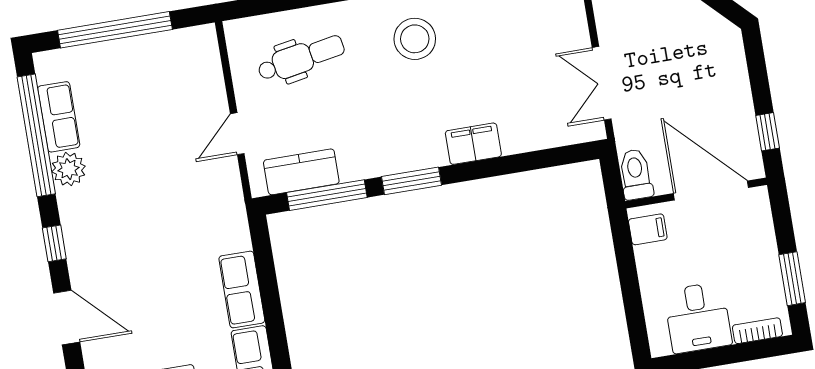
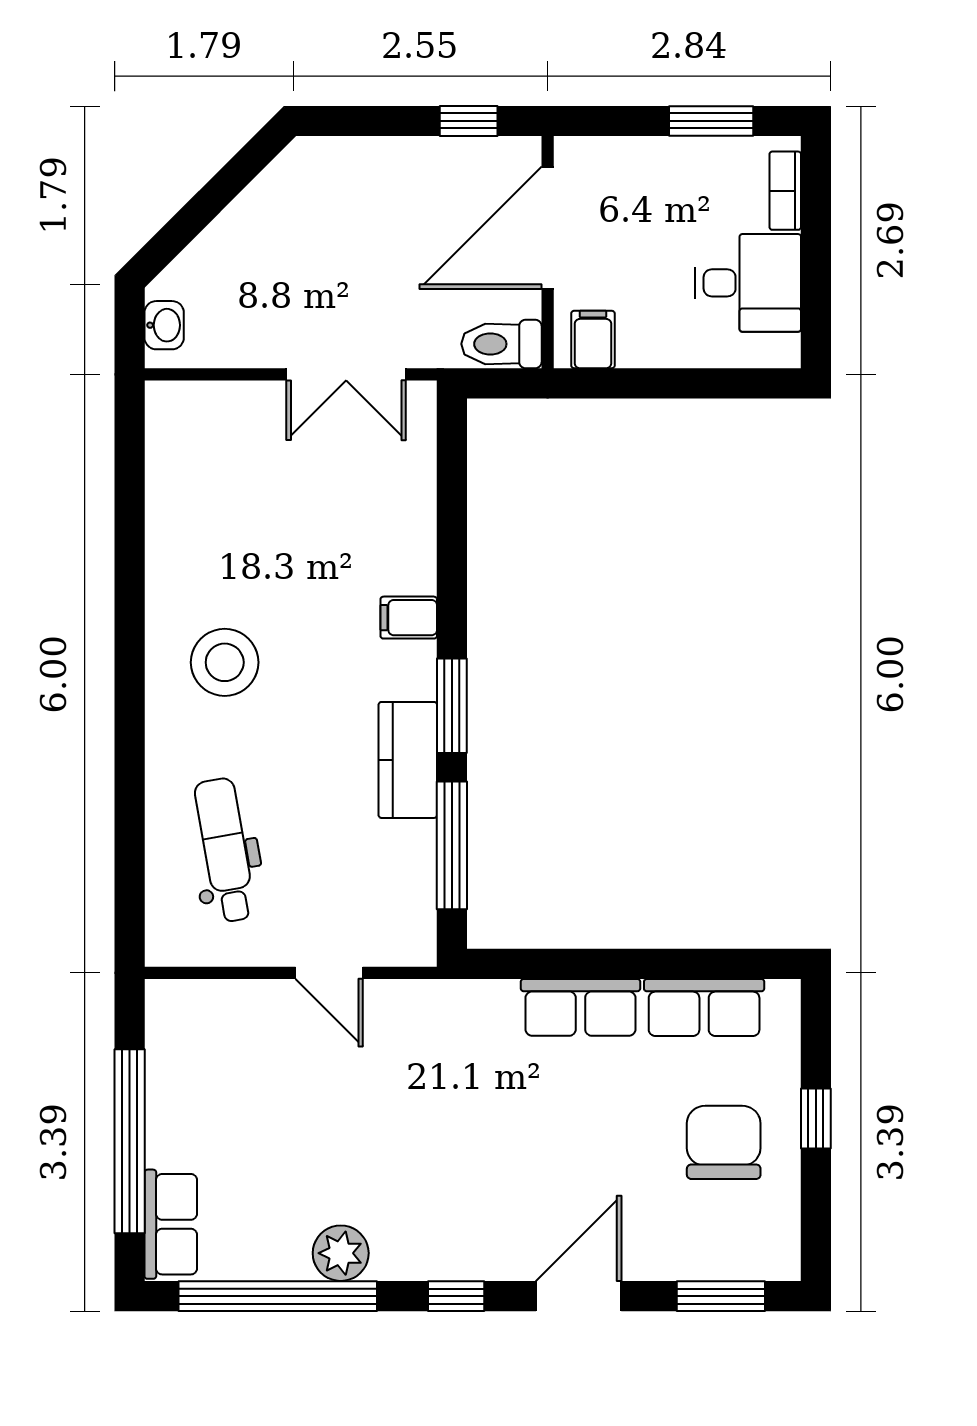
row of seats: (59, 117) -> (171, 1224), moved, turned 90
filing cabinet: (473, 144) -> (409, 618), width x0.50
kitchen counter: (301, 172) -> (408, 760), moved

